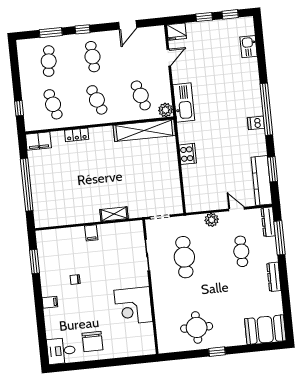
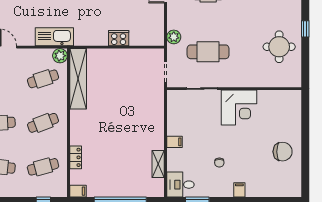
locker: (77, 135) -> (76, 157), moved
filing cabinet: (38, 141) -> (78, 191), width x0.50
cooker: (188, 154) -> (119, 38), moved
shelving: (114, 214) -> (158, 164), moved
plant: (212, 220) -> (174, 37), moved
corner desk: (133, 306) -> (239, 108), moved
desk: (61, 351) -> (180, 185), moved, turned 90

